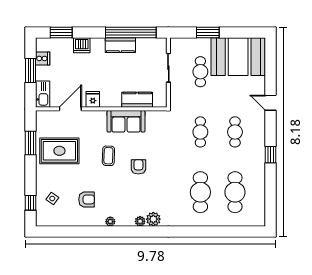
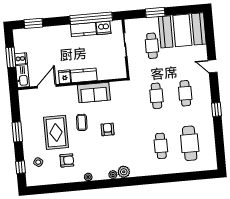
dishwasher: (82, 45) -> (103, 28), moved
cooker: (43, 58) -> (21, 59), moved
kitchen counter: (137, 100) -> (84, 75), moved
window: (31, 143) -> (17, 132), moved
rug: (59, 151) -> (56, 132), moved, turned 90
cafe table: (200, 192) -> (161, 146), width x0.73, depth x0.74

